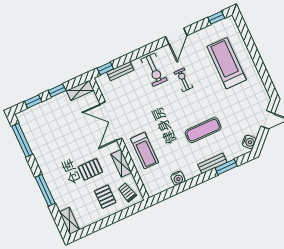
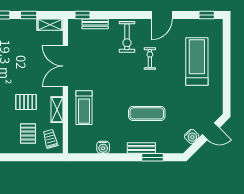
water cooler: (249, 142) -> (192, 136), moved

